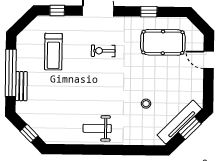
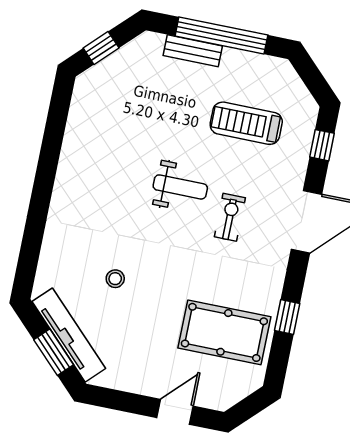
pool table: (163, 42) -> (224, 332), turned 90
weight bench: (97, 128) -> (180, 187), moved, turned 90

